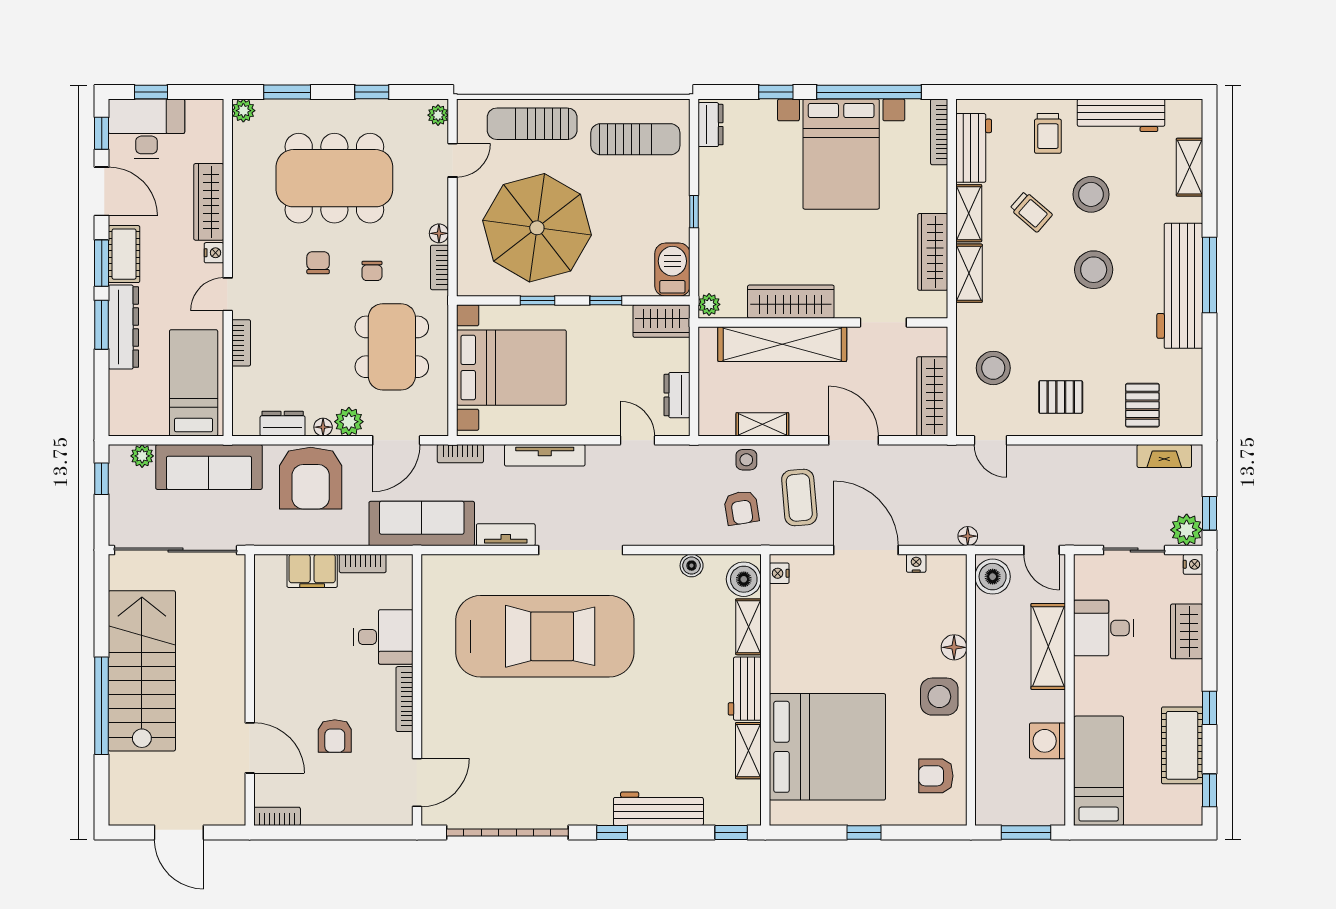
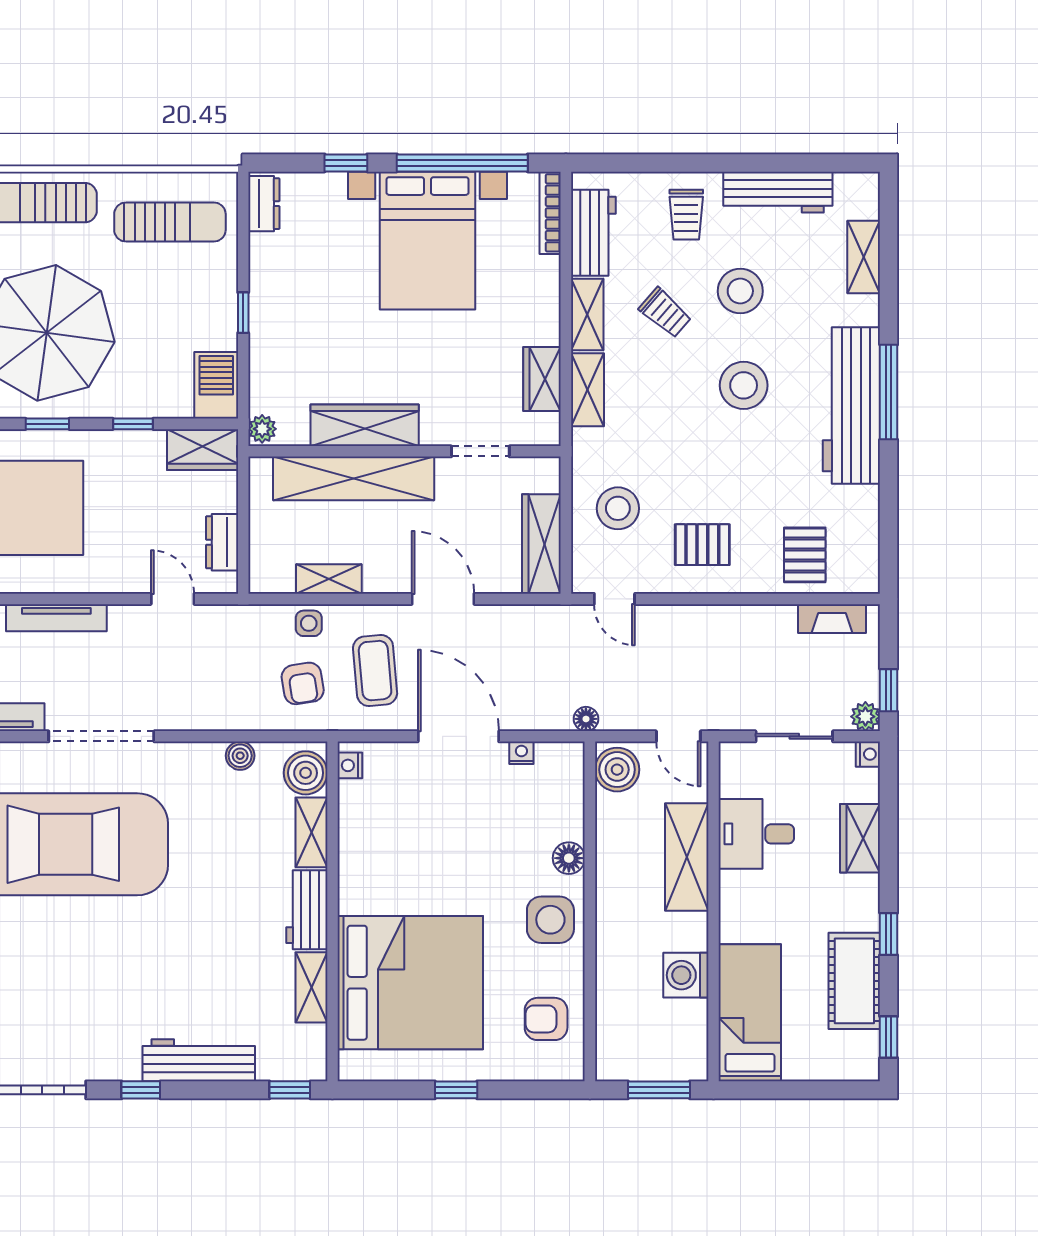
wardrobe: (933, 252) -> (542, 379), width x0.67
plant: (1187, 530) -> (865, 717), width x0.73, depth x0.73

